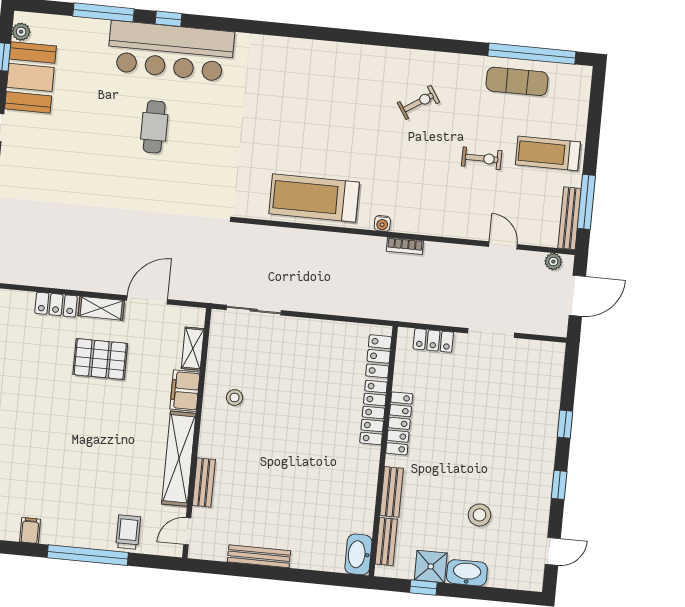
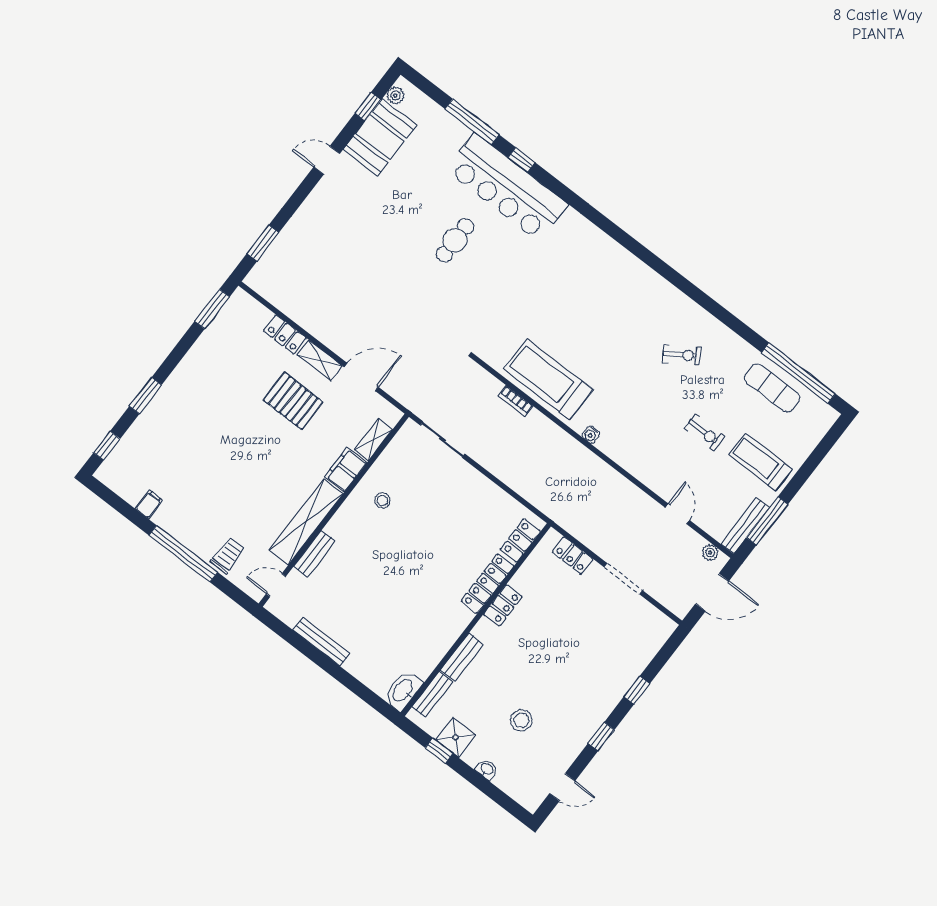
bookcase: (405, 246) -> (515, 401), moved
locker: (399, 423) -> (503, 605), width x0.66
washbasin: (467, 573) -> (487, 769), width x0.52, depth x0.69

